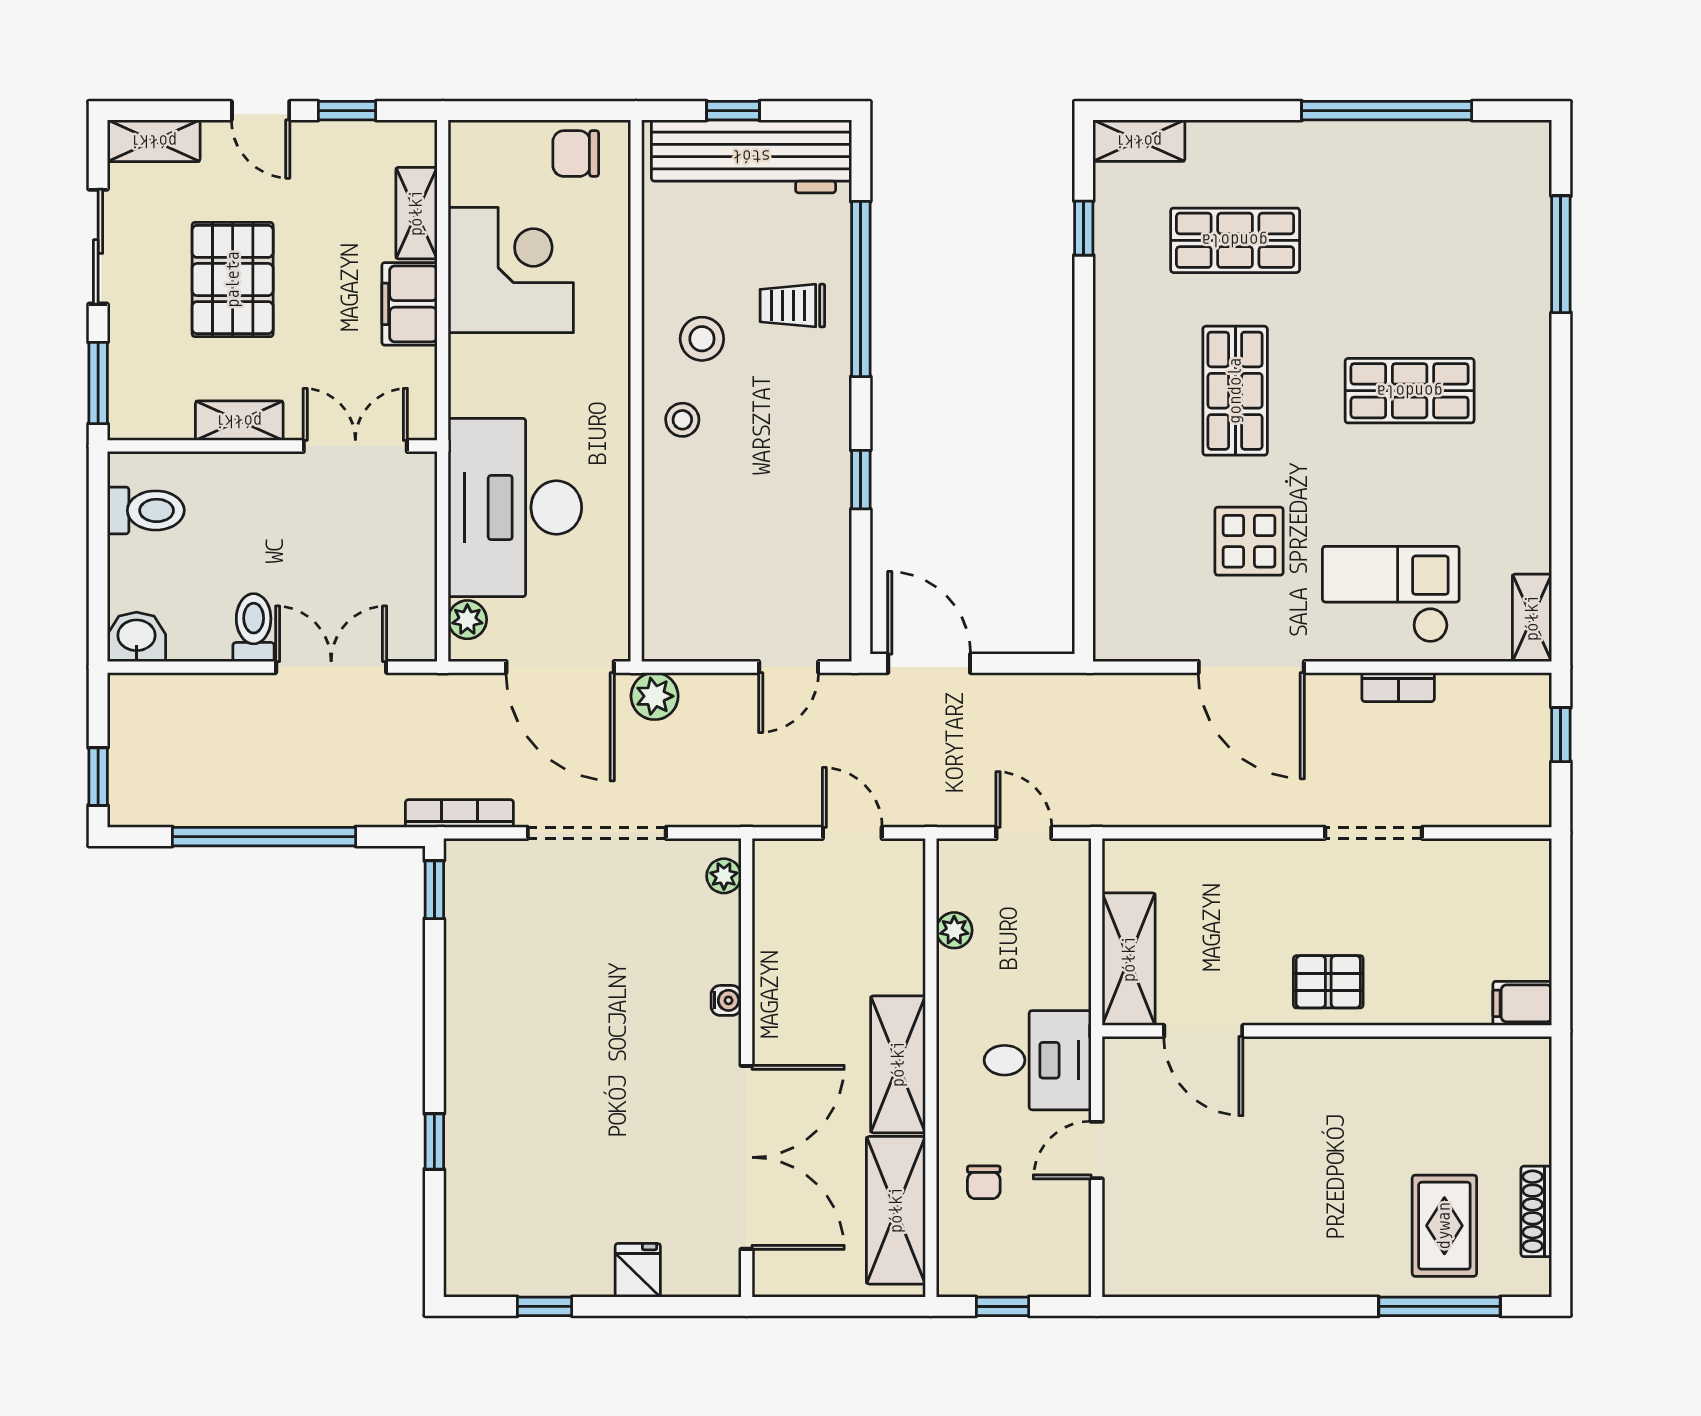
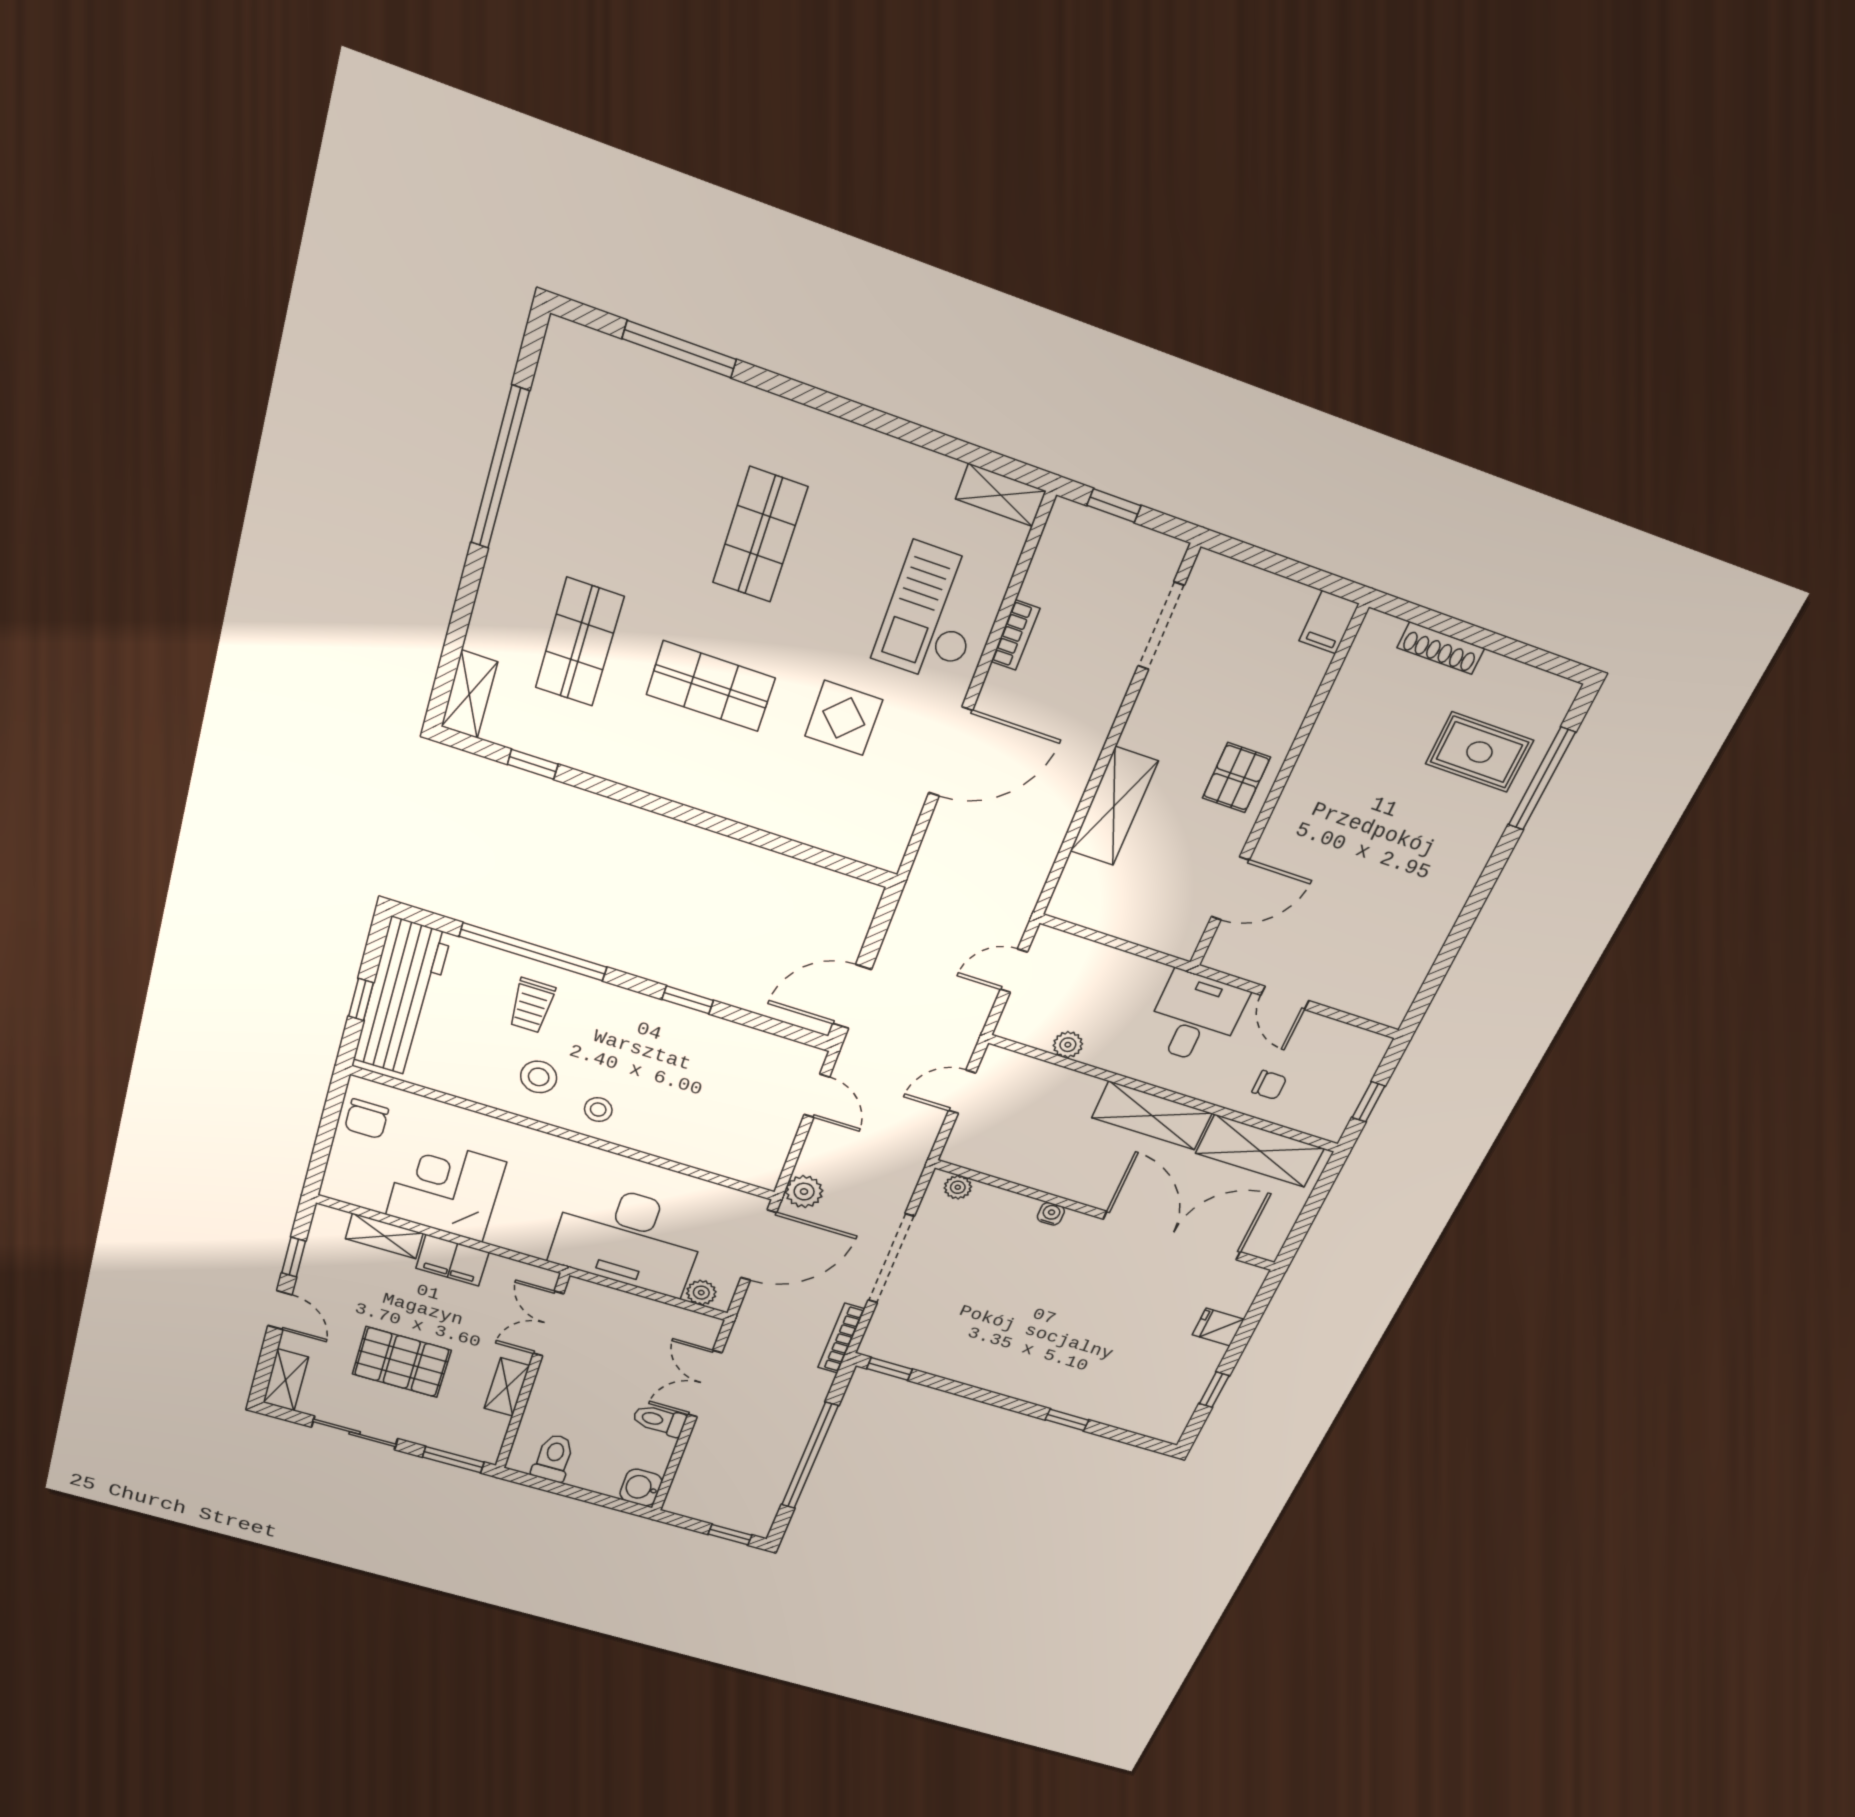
door: (261, 111) -> (280, 1310), hinge flipped
doorway: (1374, 833) -> (1161, 626), moved
shelving: (1129, 959) -> (1114, 806), moved, turned 90
shoe rack: (1536, 1211) -> (1441, 648), moved

